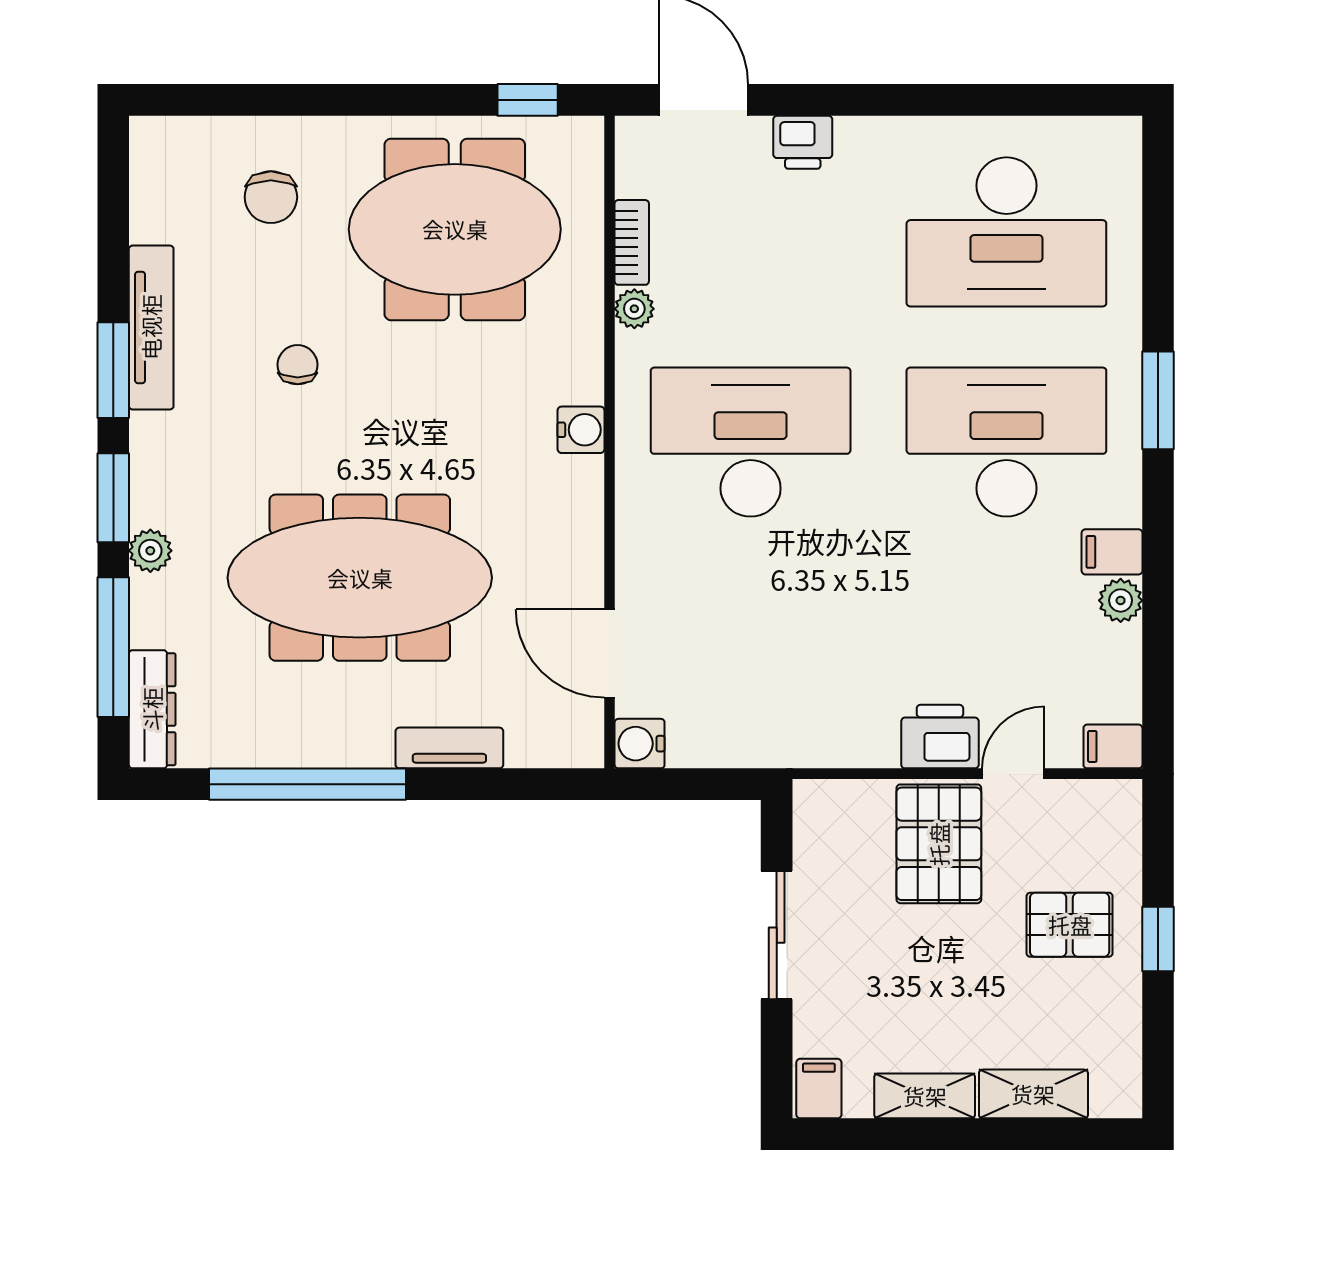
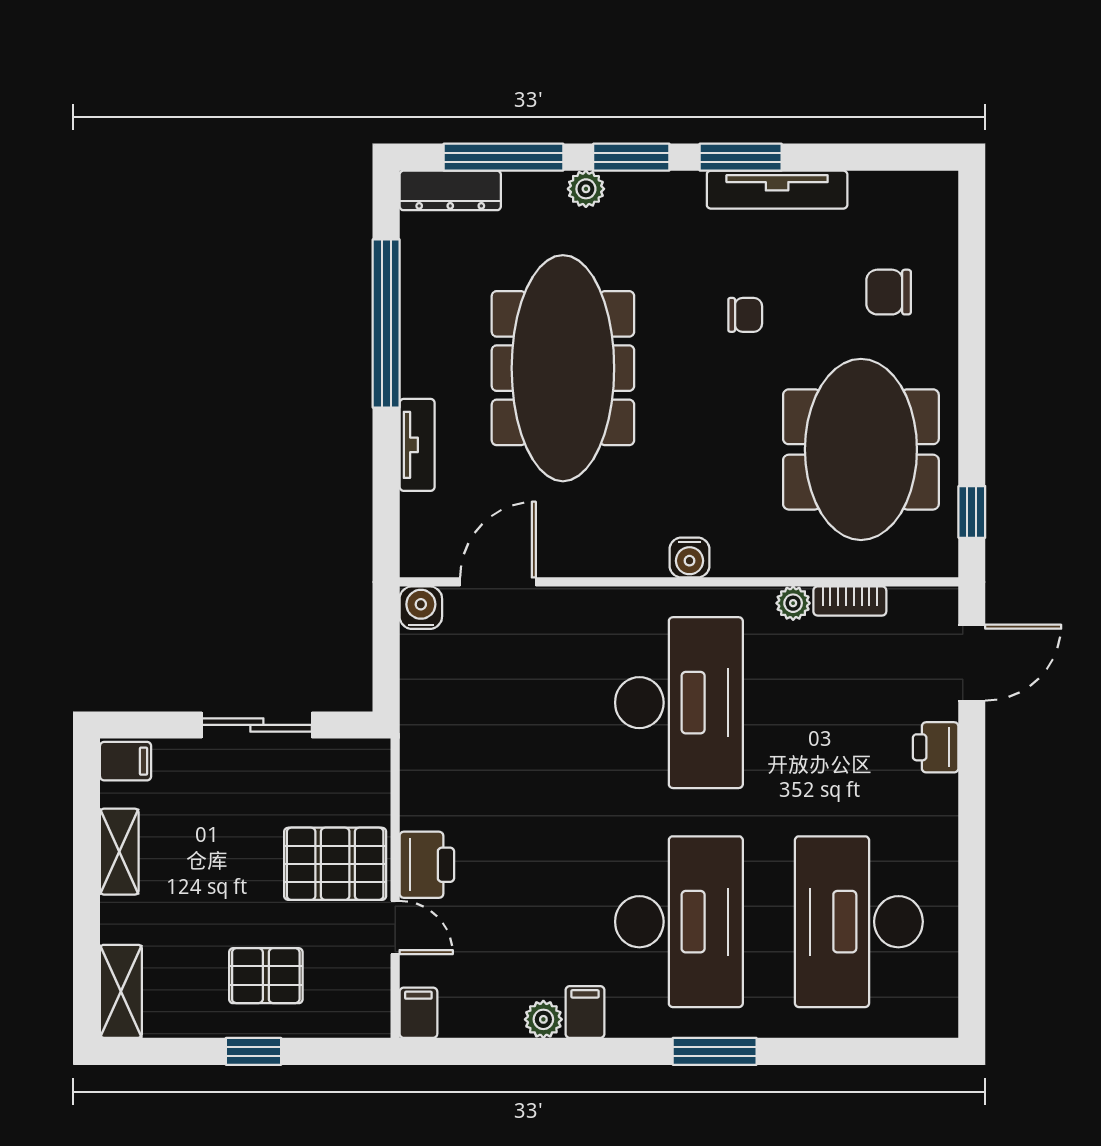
pallet: (1070, 925) -> (266, 976), turned 90
shelving: (1033, 1094) -> (121, 991), moved

